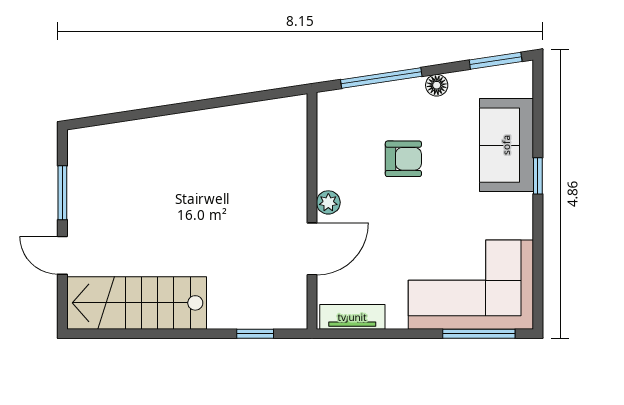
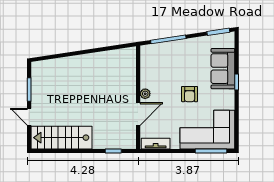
floor lamp: (437, 85) -> (193, 43), removed
armchair: (403, 159) -> (190, 94), moved, turned 90

